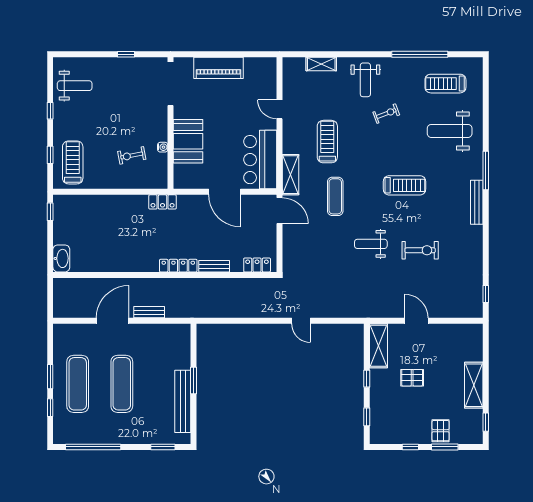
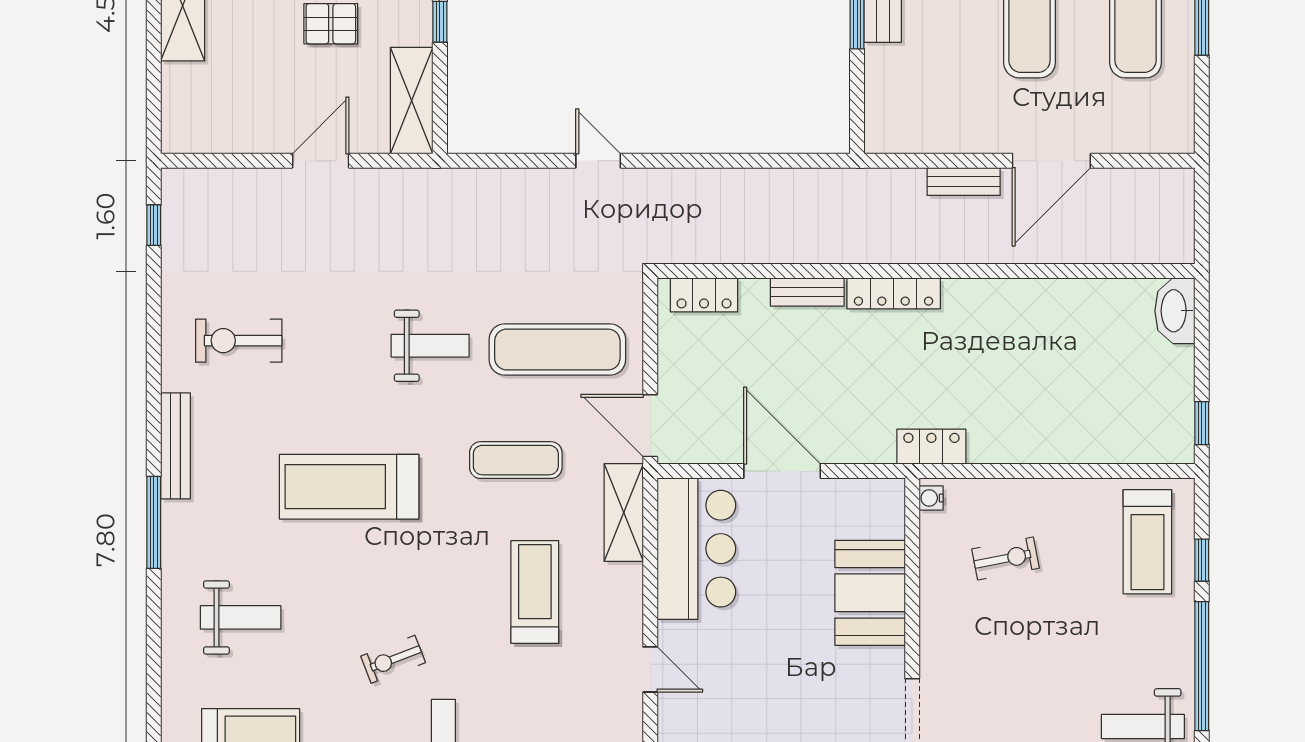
window: (50, 111) -> (1202, 666), width x3.17
weight bench: (450, 131) -> (241, 617), width x0.73, depth x0.75
treadmill: (327, 142) -> (535, 592), turned 180
water cooler: (163, 147) -> (931, 498), moved
treadmill: (405, 185) -> (349, 487), width x1.37, depth x1.38
exercise mat: (335, 196) -> (516, 460), turned 90
exercise mat: (318, 242) -> (557, 350), added
exercise bike: (420, 250) -> (239, 341), moved
door: (416, 321) -> (321, 161), swing flipped

